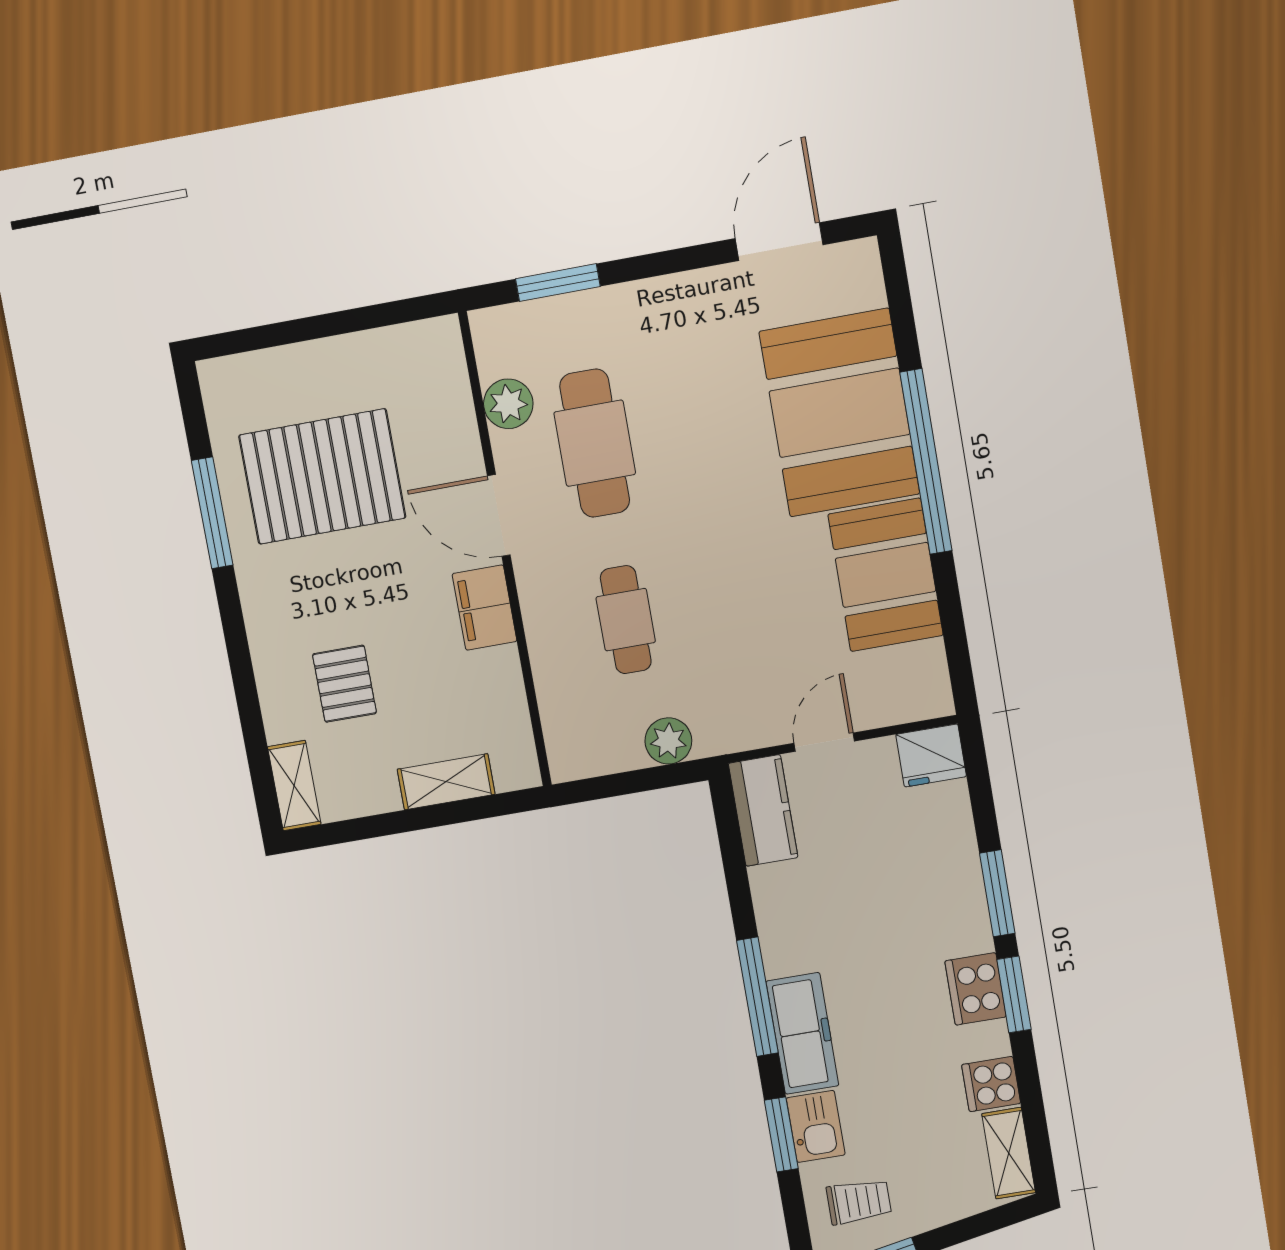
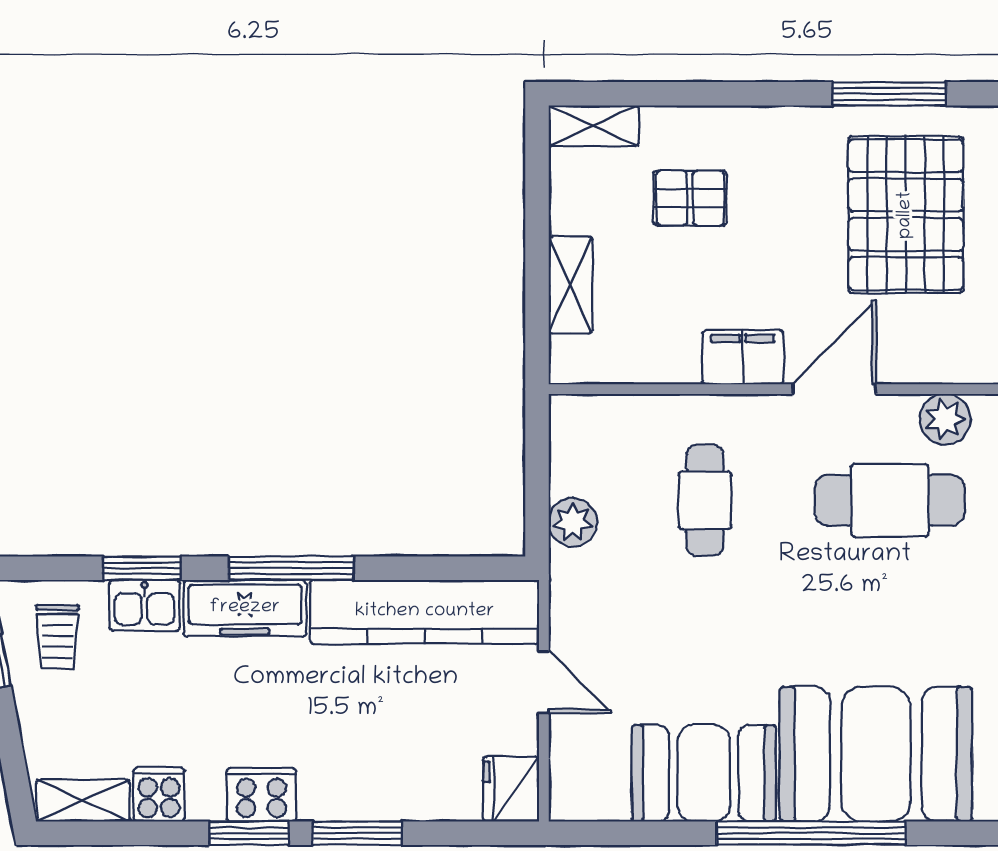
cafe table: (626, 620) -> (705, 500), turned 90
kitchen counter: (763, 810) -> (425, 612), width x2.08, depth x1.17

